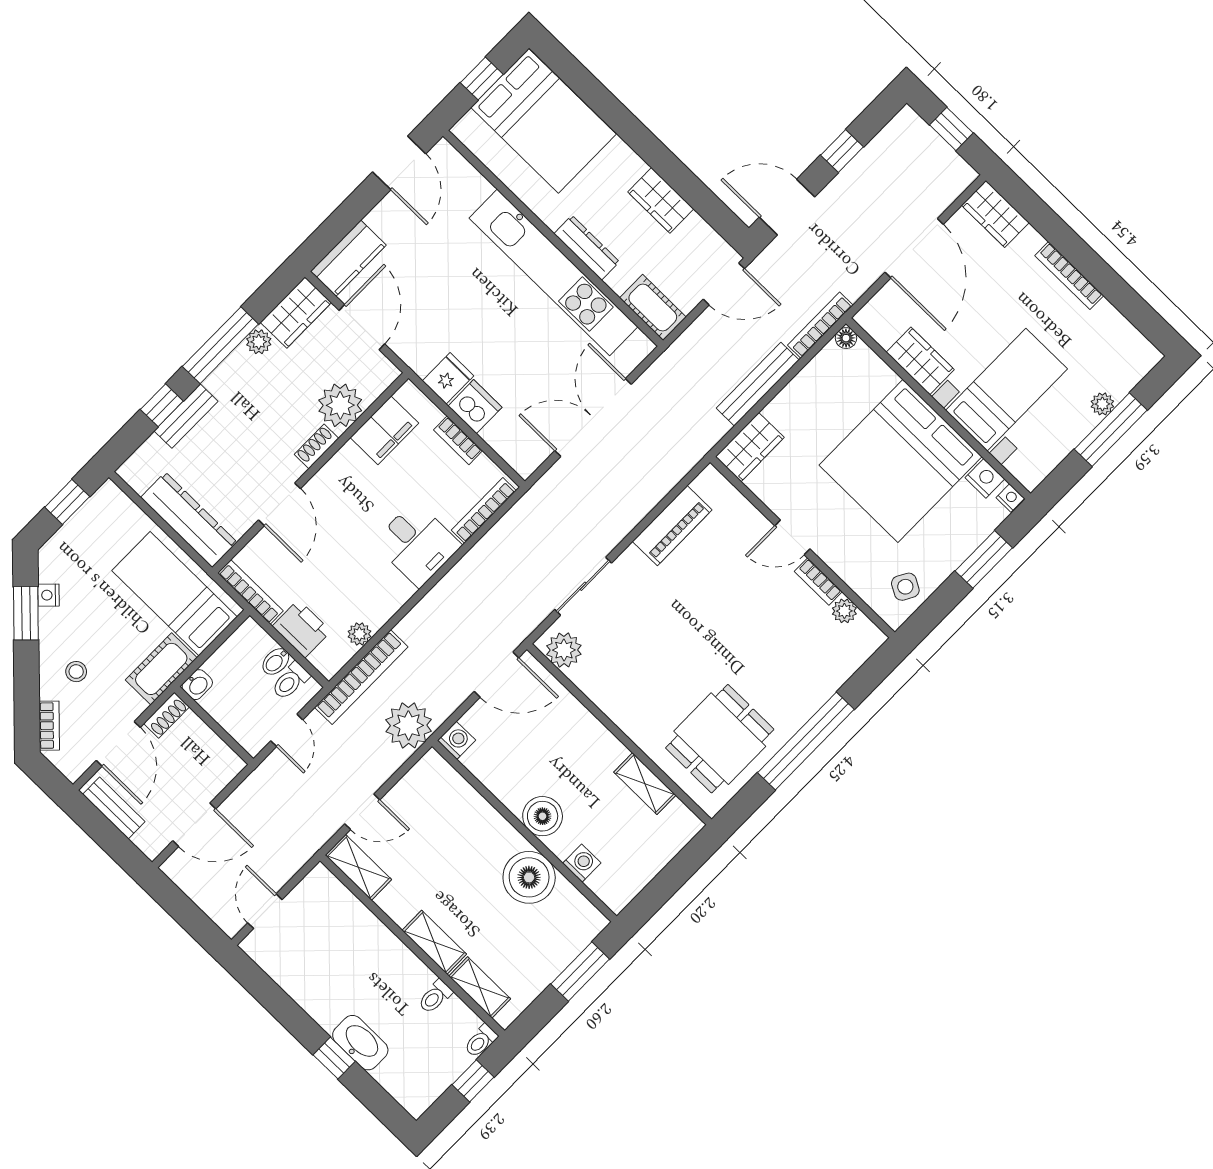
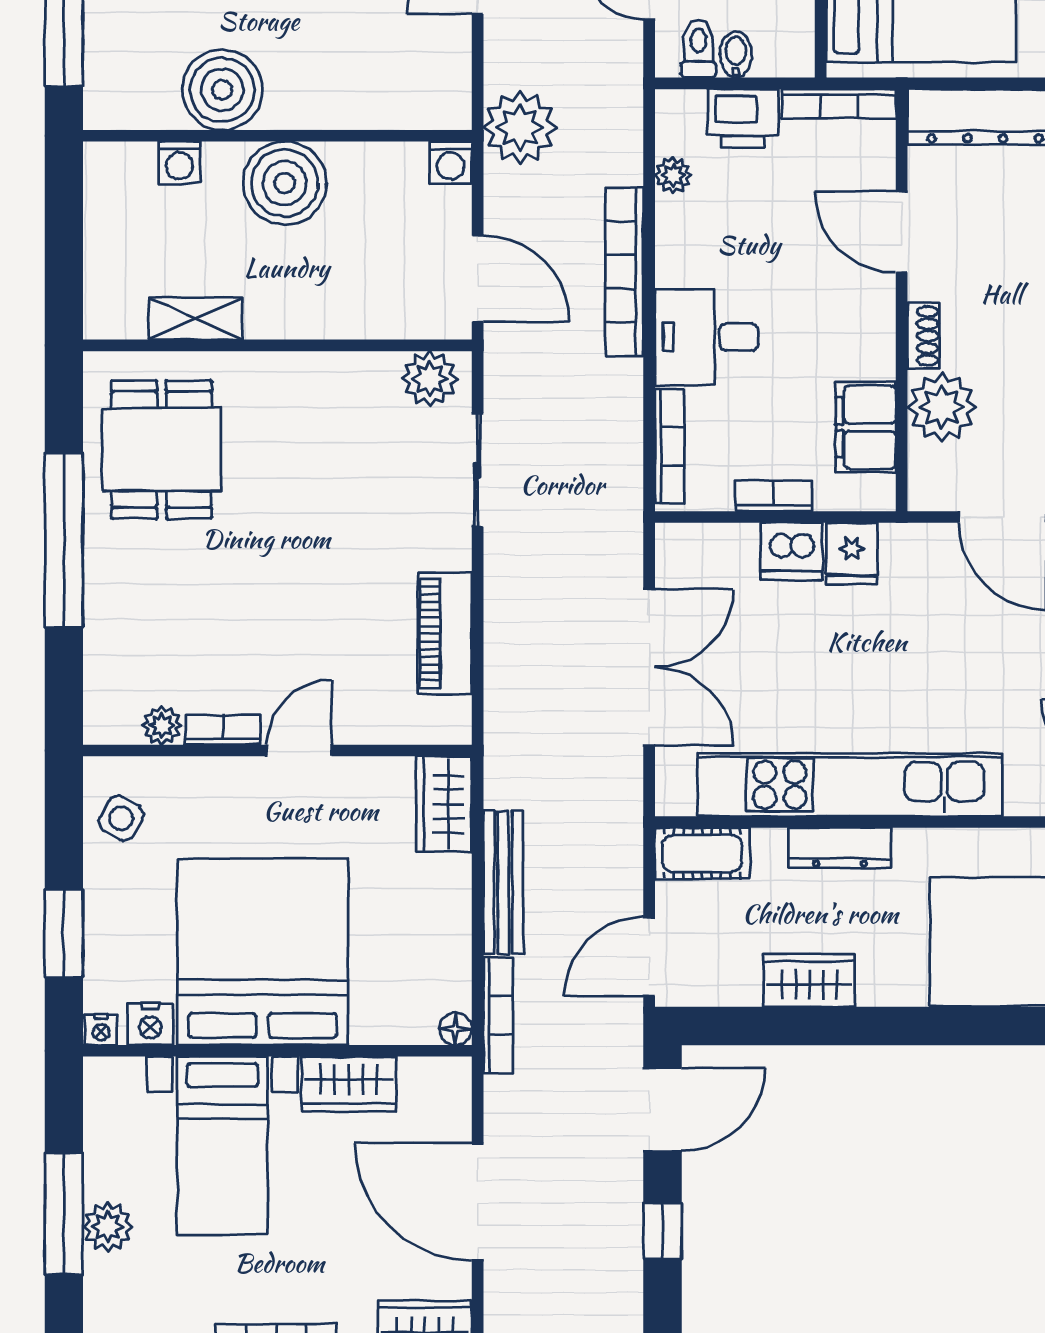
plant: (1102, 404) -> (108, 1227), width x1.38, depth x1.38
door: (497, 675) -> (478, 279), swing flipped
bookcase: (361, 677) -> (624, 272), moved
boiler: (543, 816) -> (285, 183), width x1.37, depth x1.37

